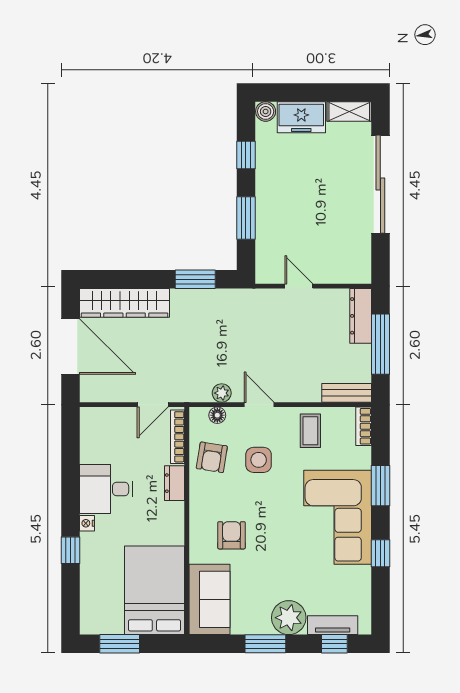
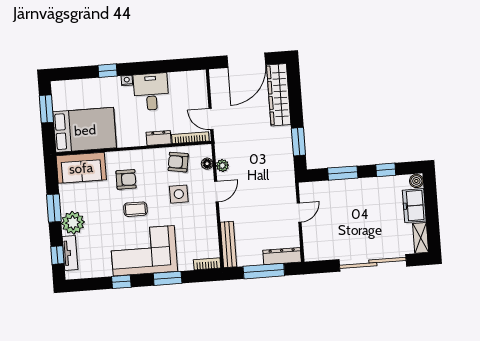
bench: (347, 393) -> (228, 244), width x1.36
coffee table: (310, 431) -> (135, 209), moved

